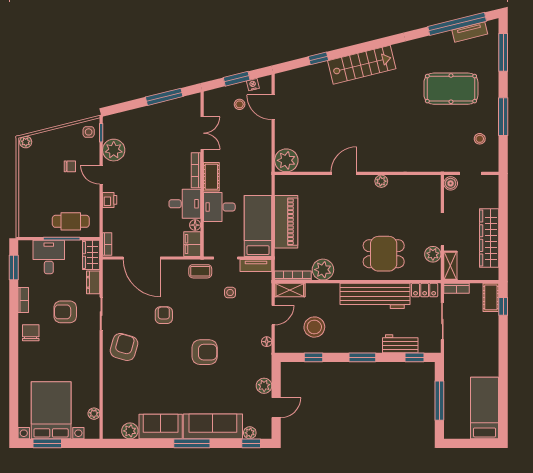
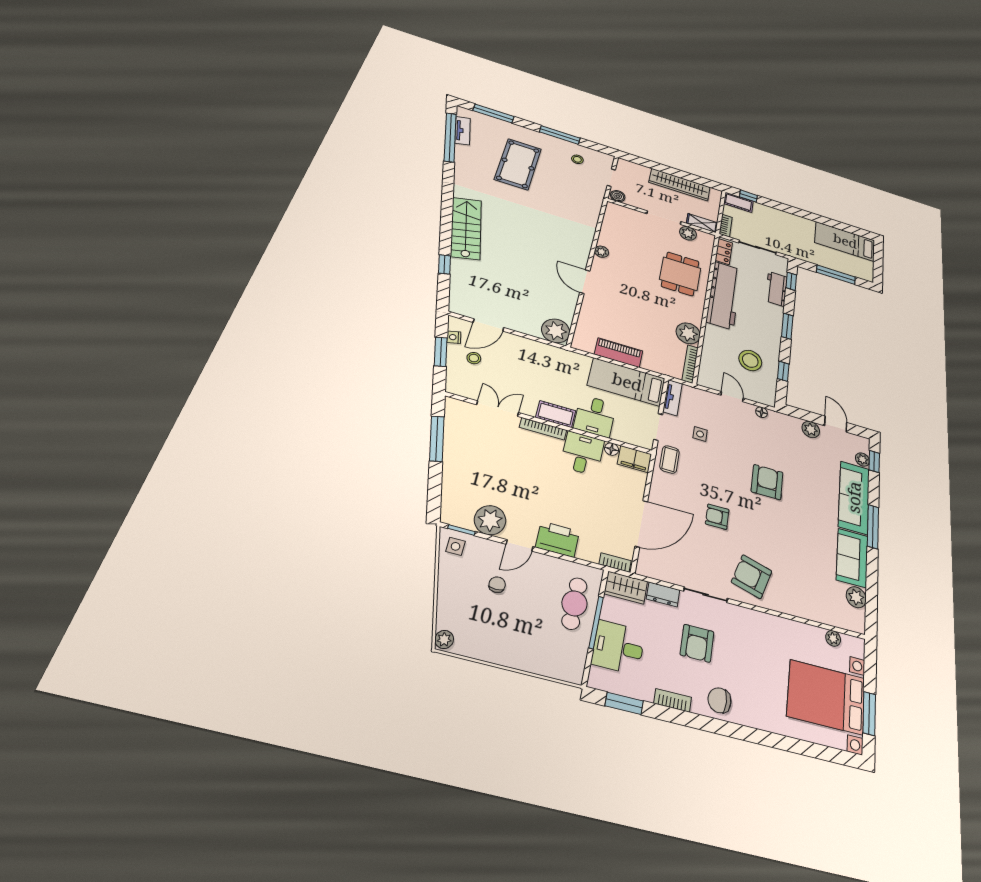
printer: (110, 200) -> (558, 539), width x1.87, depth x1.48
piano: (286, 222) -> (619, 353), width x0.73, depth x0.75
shelving: (290, 290) -> (706, 372), removed

